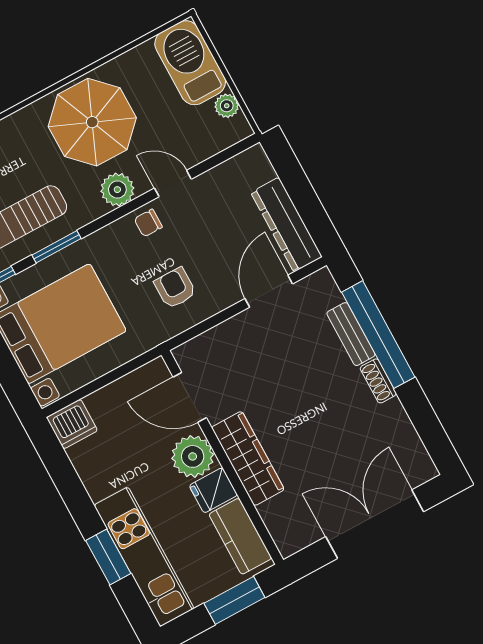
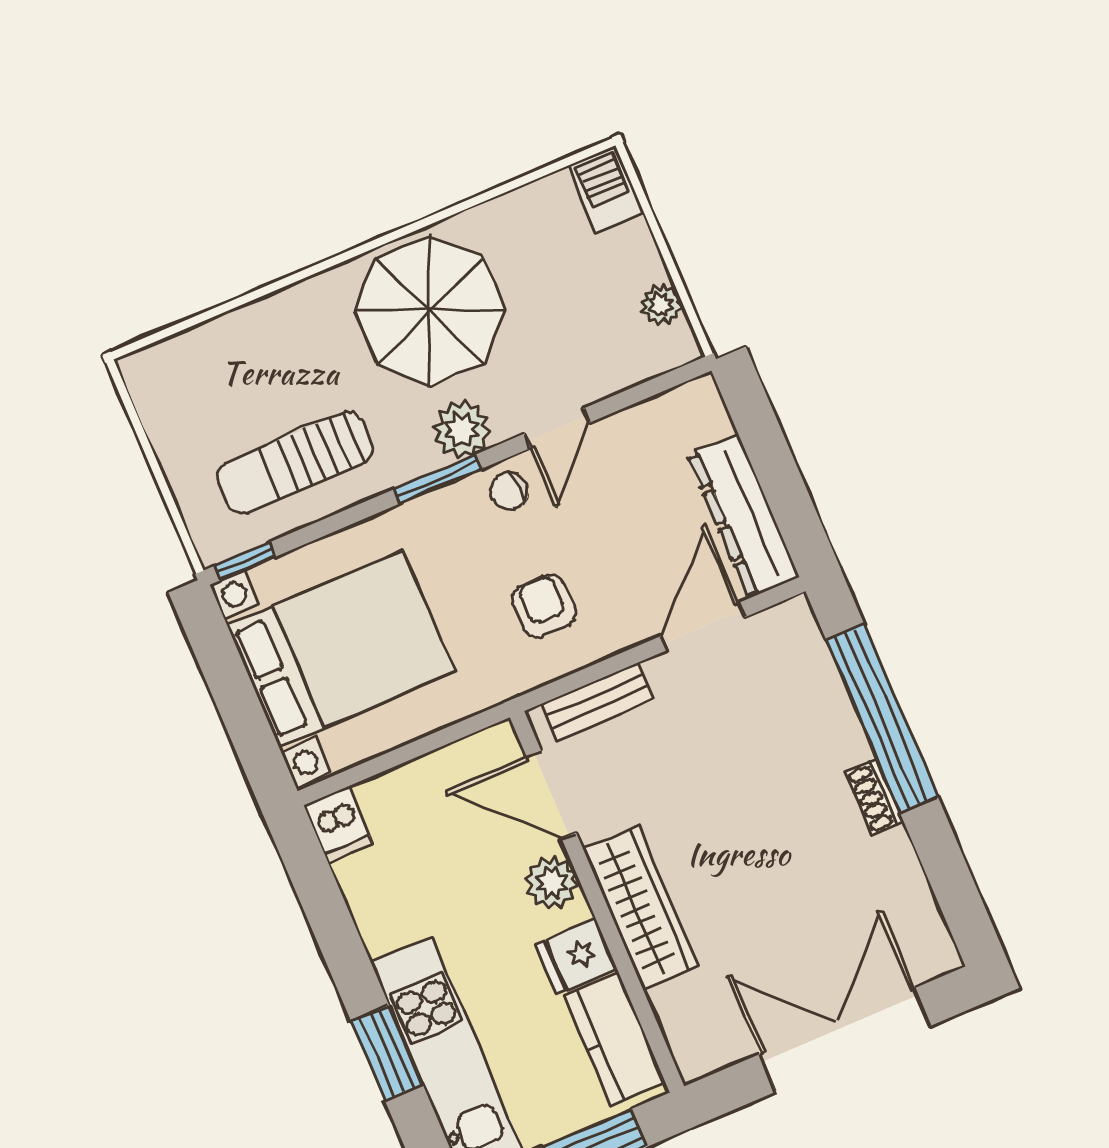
barbecue: (190, 63) -> (606, 190), width x0.53, depth x0.65
door: (173, 184) -> (557, 428), swing flipped
window: (57, 247) -> (438, 479), moved
bench: (351, 334) -> (597, 702), moved, turned 90
dishwasher: (72, 424) -> (338, 825), width x0.73
plant: (193, 456) -> (552, 883), width x0.73, depth x0.73

